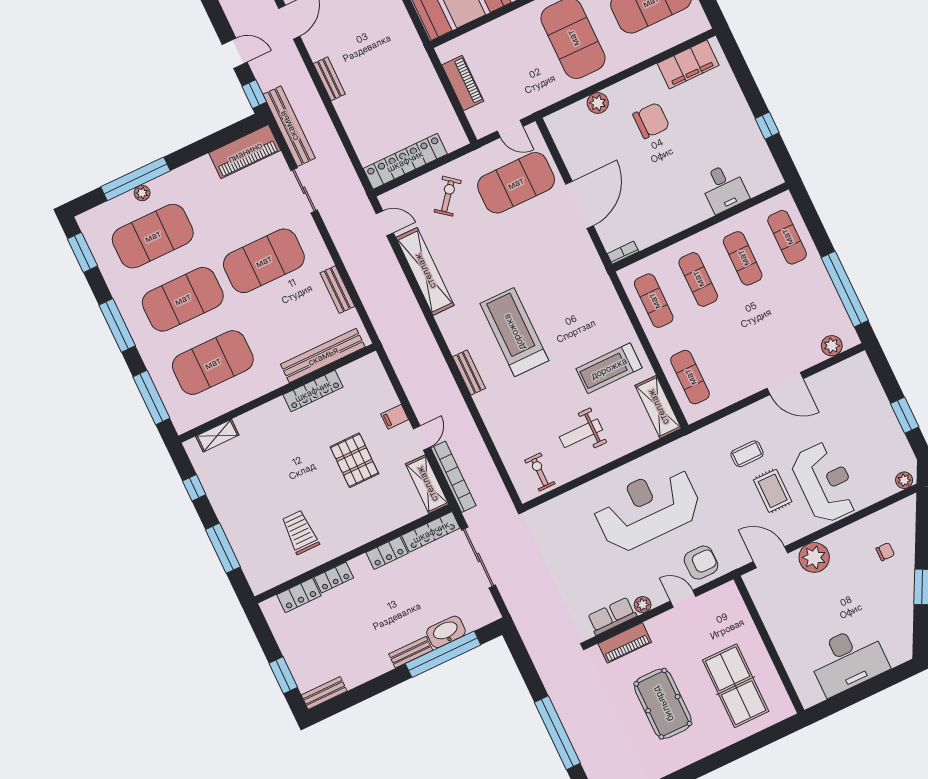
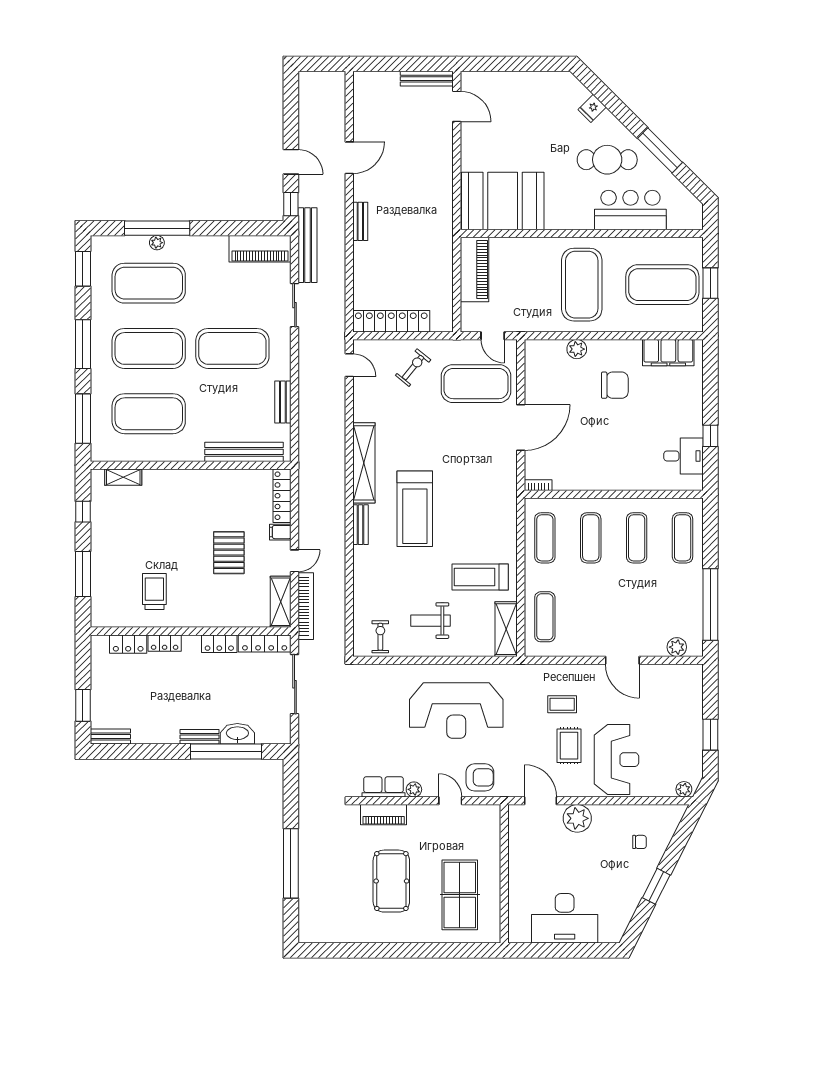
piano: (463, 83) -> (475, 270), width x1.37, depth x1.33
desk: (724, 188) -> (683, 456), moved, turned -90
shelving: (425, 271) -> (364, 463), moved
treadmill: (514, 332) -> (415, 509), turned 180
locker: (313, 391) -> (282, 496), moved, turned 90
reception desk: (647, 509) -> (456, 710), turned 180

